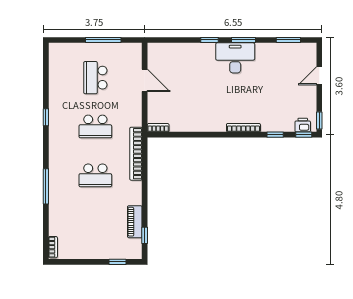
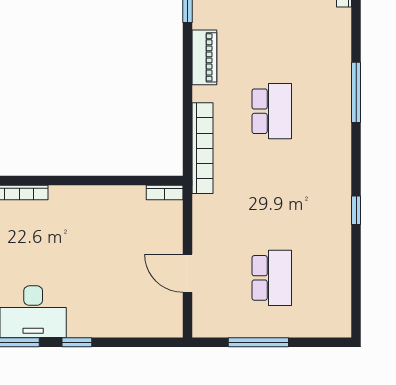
school desk: (95, 126) -> (272, 195), removed
school desk: (95, 175) -> (272, 111), turned 90
piano: (135, 222) -> (204, 57), moved

